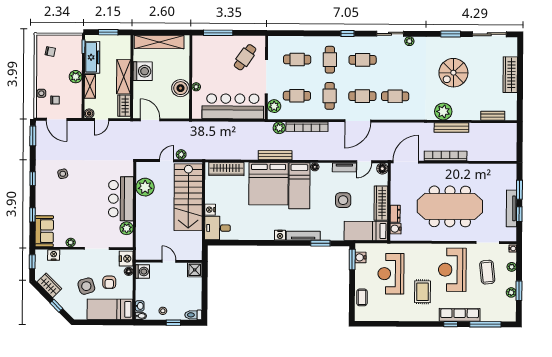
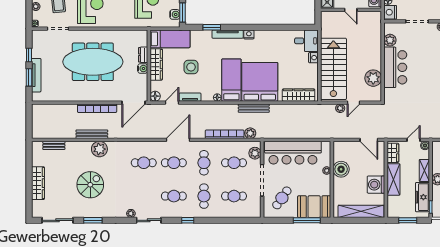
booth: (210, 48) -> (314, 207), added
tv unit: (511, 208) -> (36, 75), moved
water cooler: (396, 229) -> (143, 69), moved

